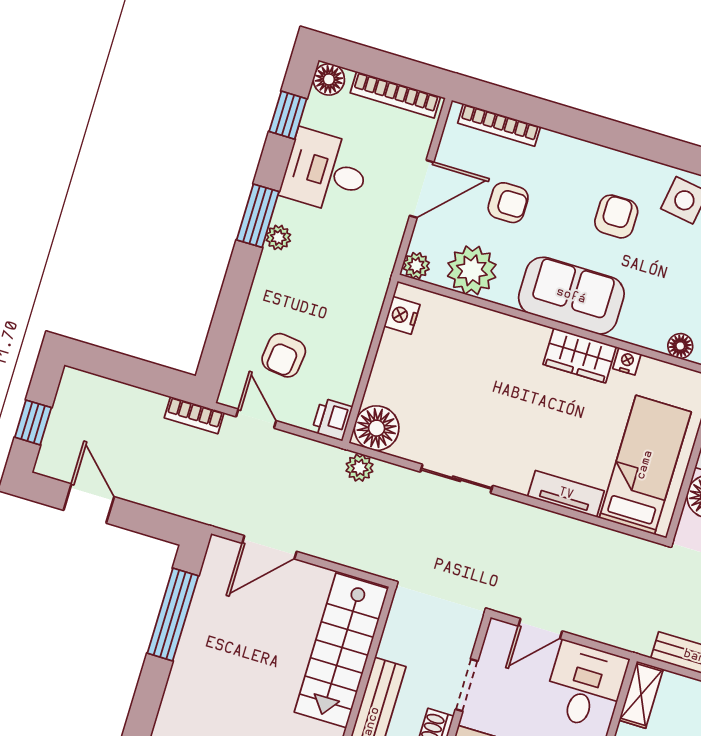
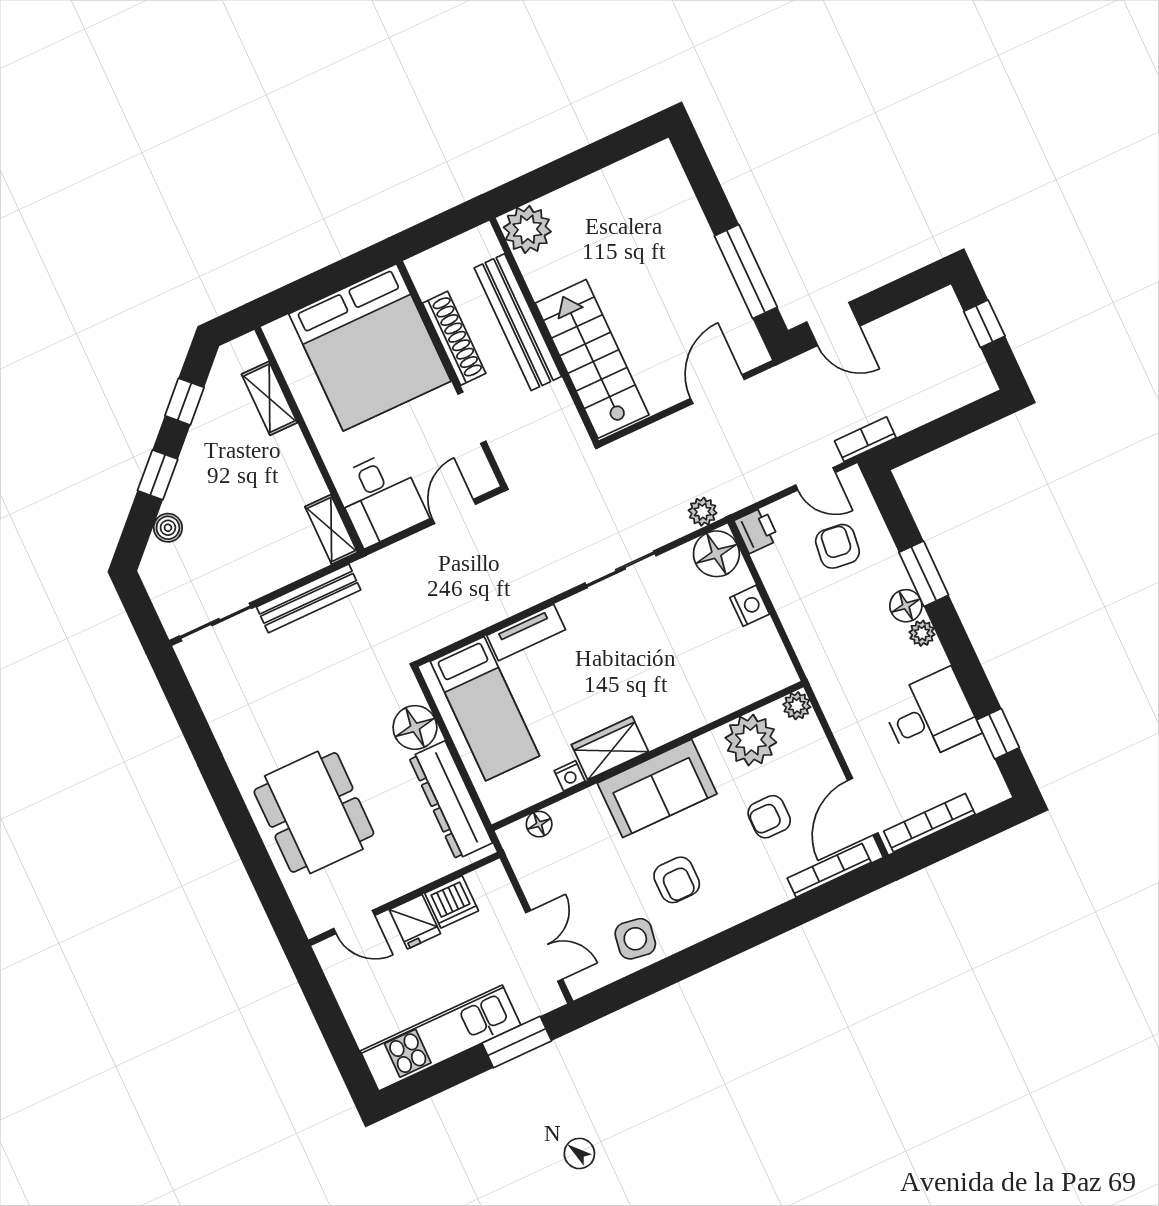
floor lamp: (329, 79) -> (906, 606), moved
door: (422, 189) -> (863, 807), moved
window: (258, 216) -> (924, 574), moved
nightstand: (402, 315) -> (750, 606), moved
door: (89, 504) -> (833, 324), moved

